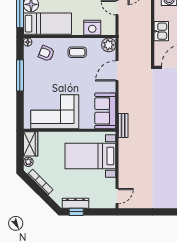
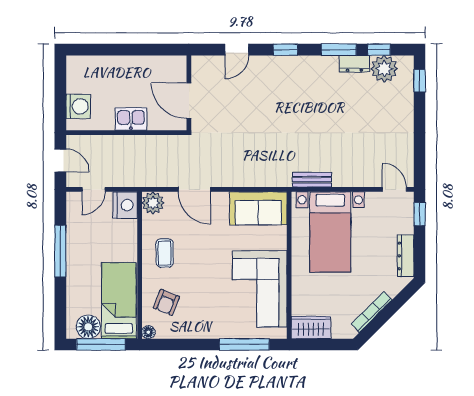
nightstand: (92, 28) -> (125, 205), moved
window: (20, 75) -> (244, 344), moved
bench: (123, 126) -> (312, 180), moved
plant: (28, 162) -> (340, 331), removed
window: (76, 212) -> (420, 214), moved

